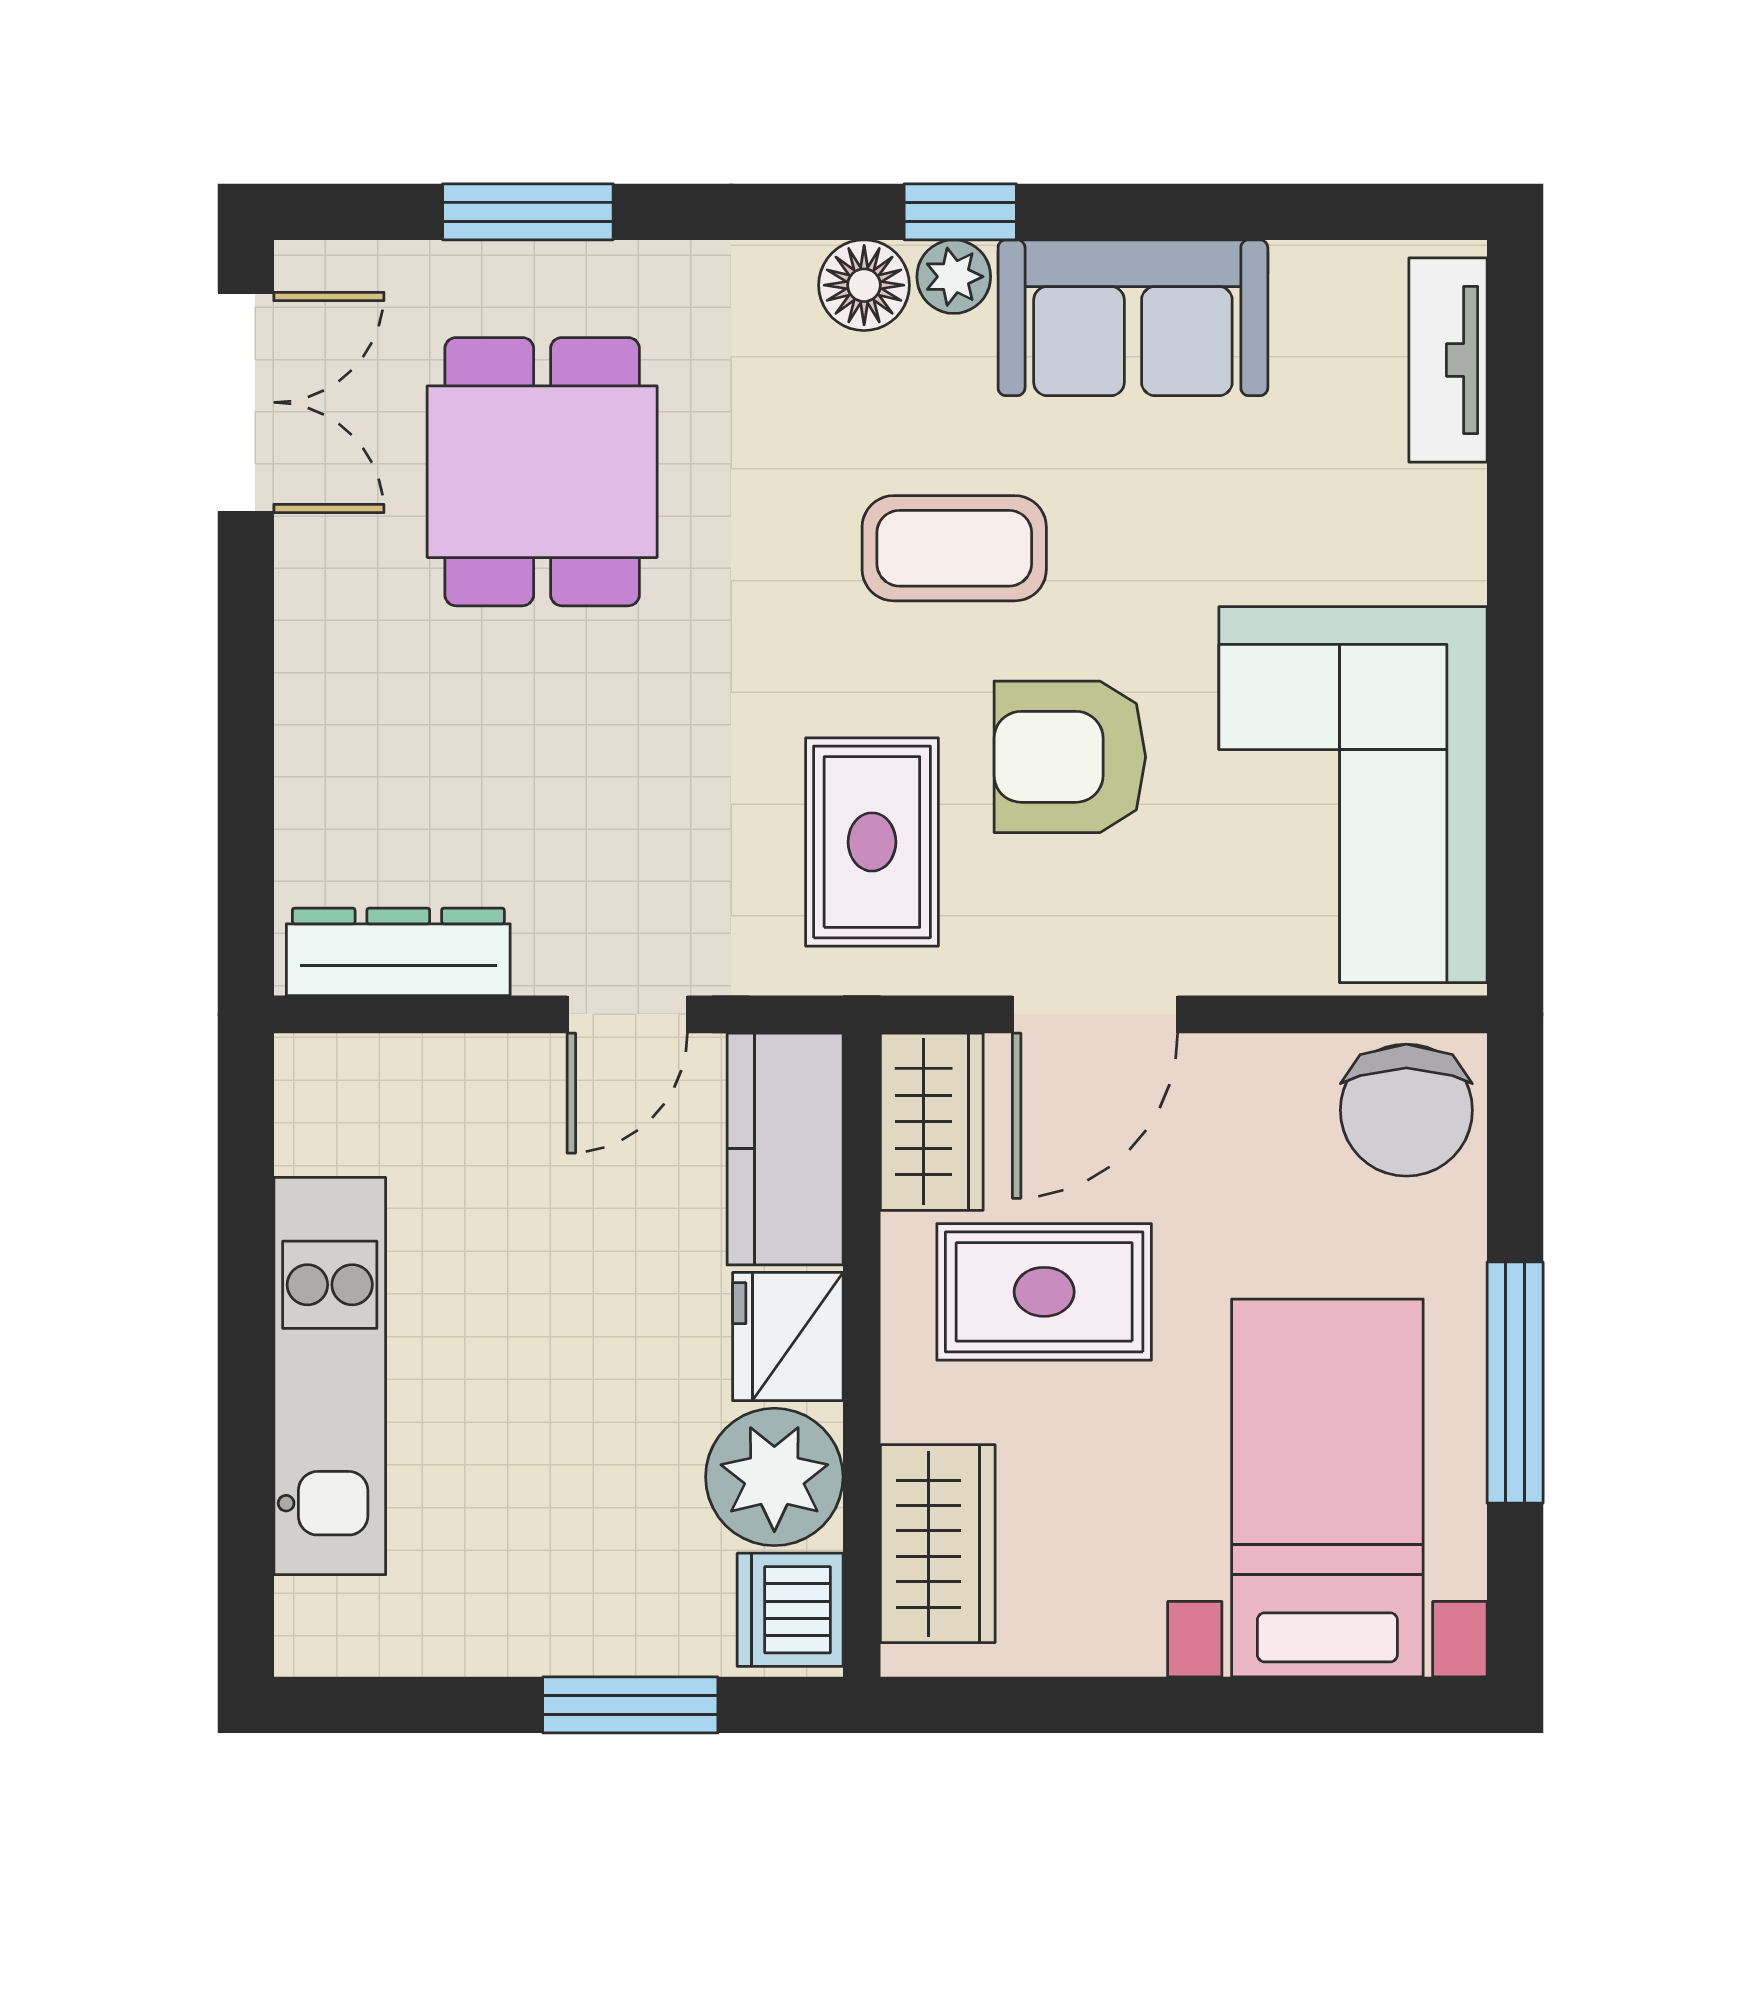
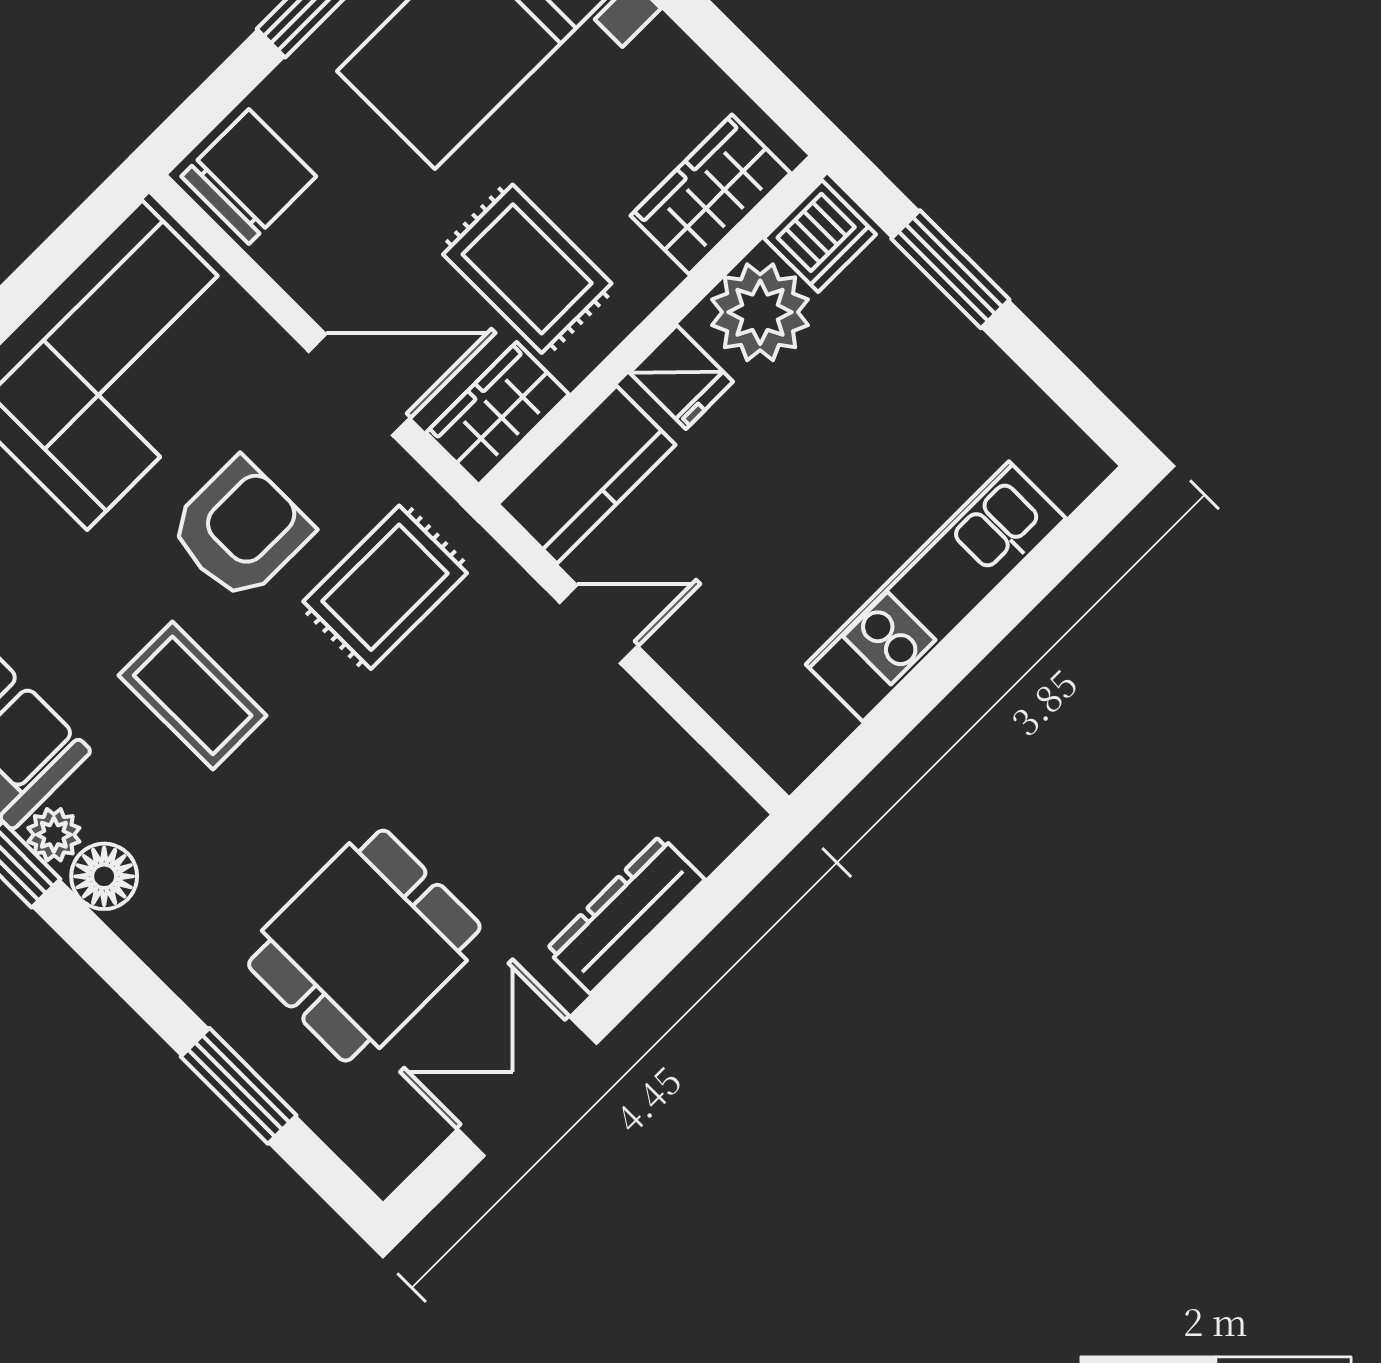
double door: (246, 402) -> (527, 1086), moved
armchair: (1070, 757) -> (240, 530), turned -90
dresser: (398, 952) -> (625, 914), moved, turned 90
fridge: (788, 1337) -> (681, 377), width x0.72

